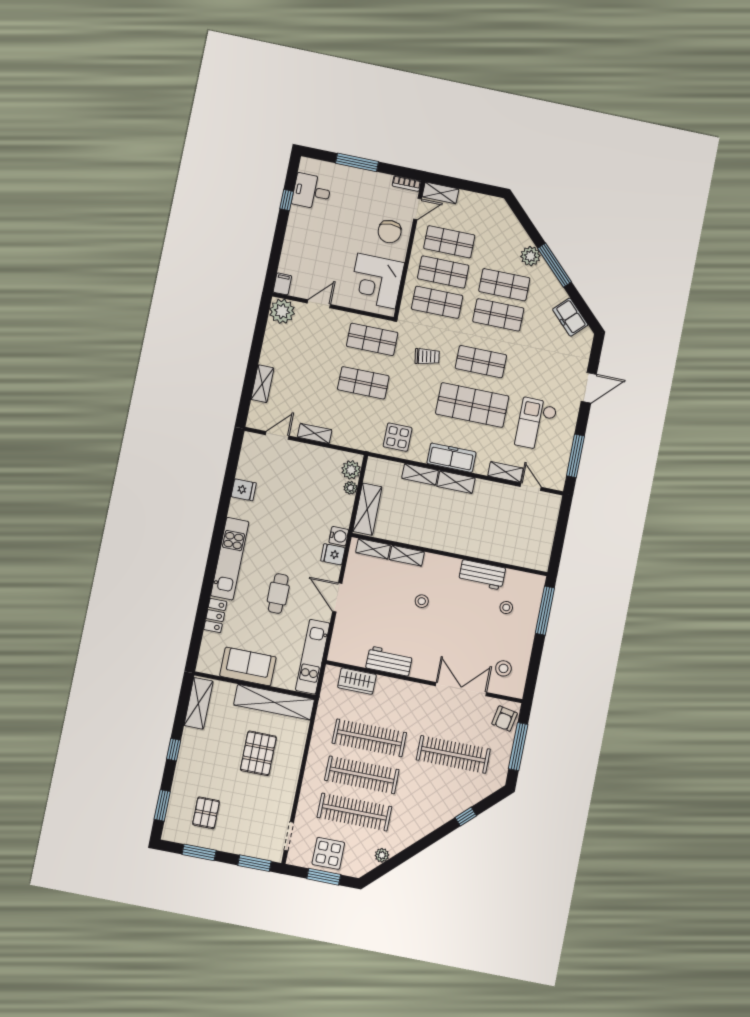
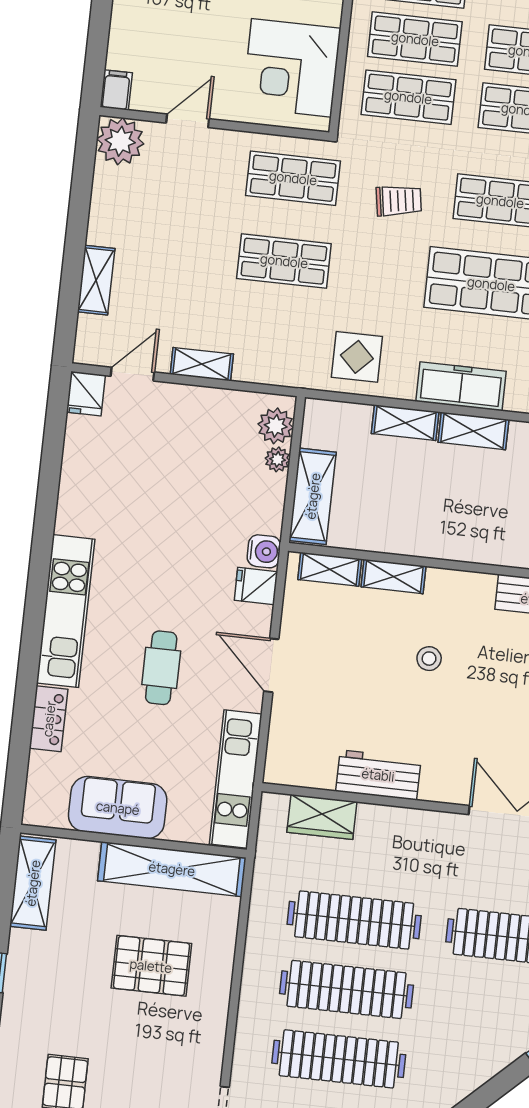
fridge: (244, 490) -> (86, 394), moved, turned 90
pallet: (258, 753) -> (151, 966), turned 90

